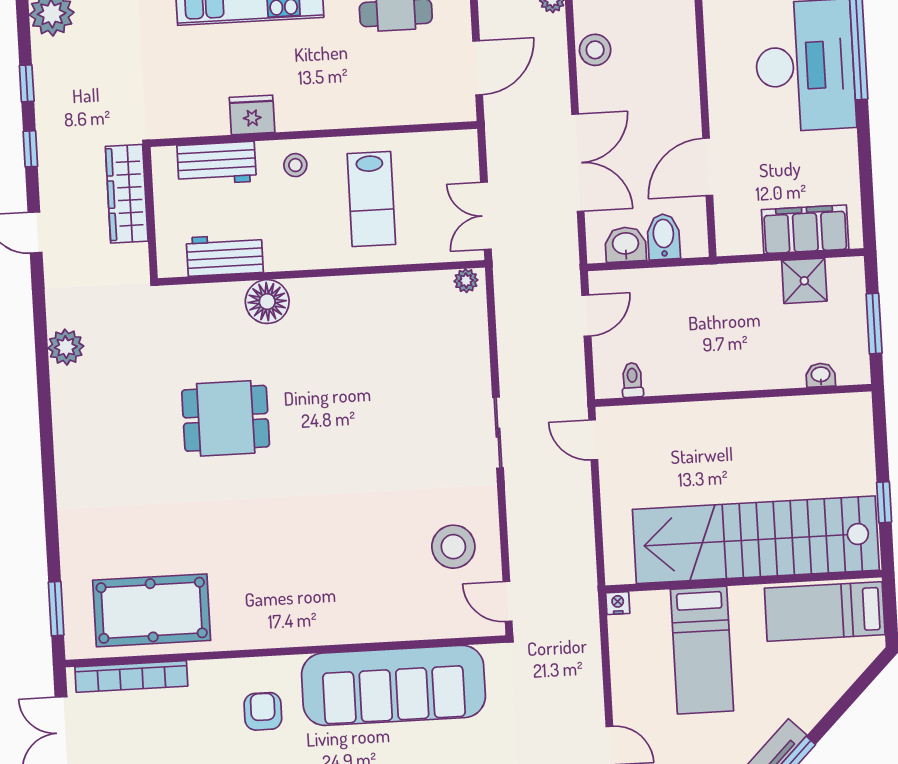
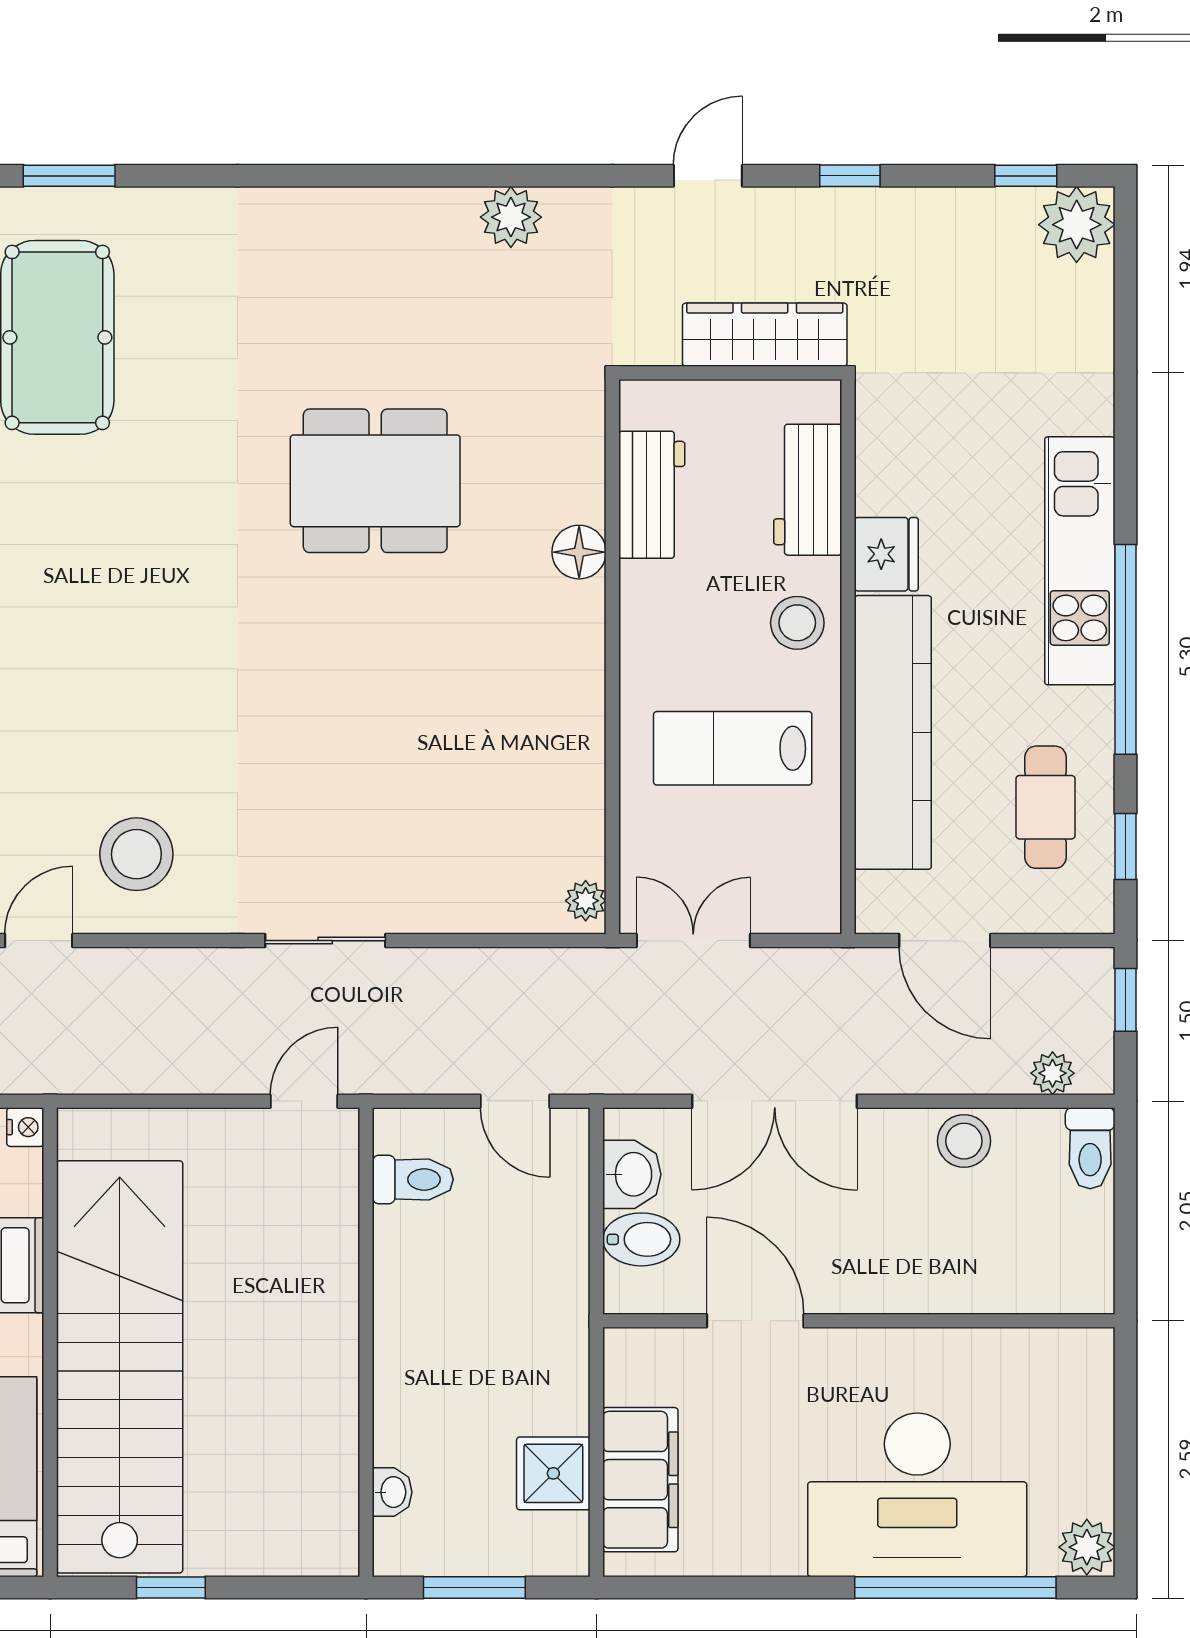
window: (27, 83) -> (1026, 176), moved
kitchen counter: (357, 105) -> (893, 732), added
stool: (295, 165) -> (797, 623), width x1.37, depth x1.37
floor lamp: (267, 302) -> (579, 552), width x0.73, depth x0.73
toilet: (632, 380) -> (413, 1179), width x1.37, depth x1.39
dining table: (226, 418) -> (375, 481), width x1.38

